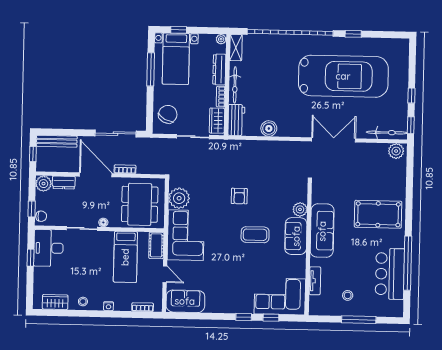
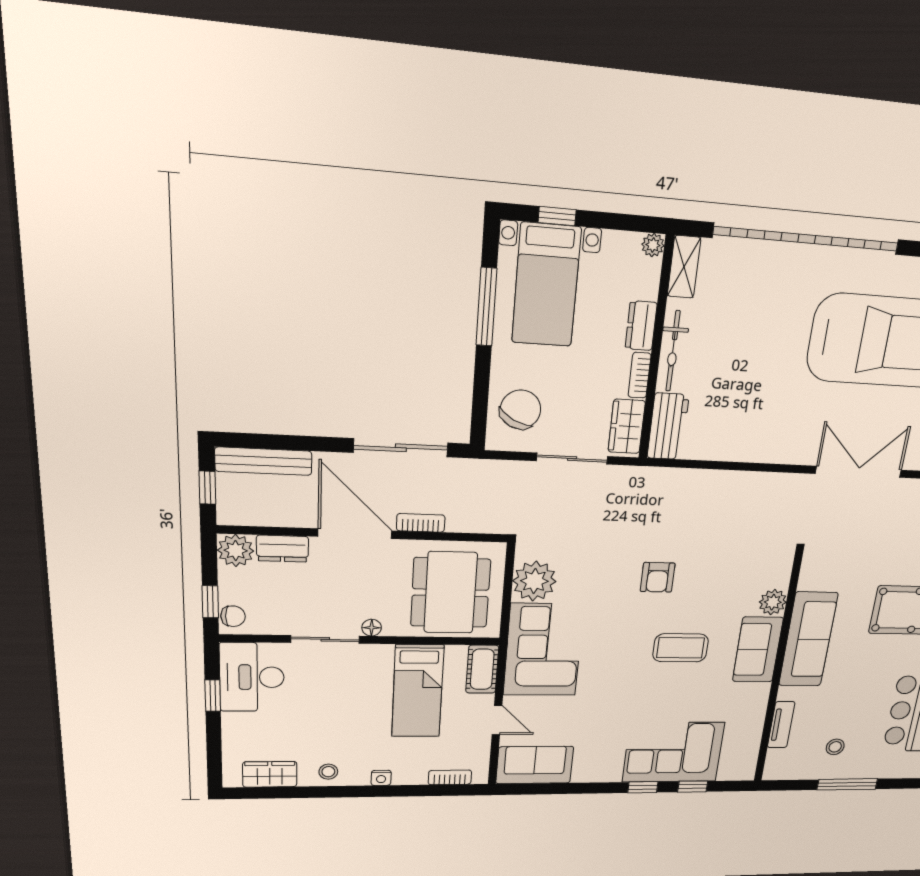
dresser: (219, 70) -> (641, 326), width x0.70
boiler: (269, 128) -> (733, 446), removed
corner sofa: (280, 296) -> (673, 752), moved

